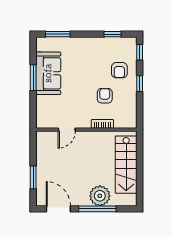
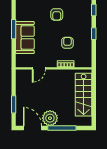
armchair: (119, 70) -> (57, 14), moved
sofa: (48, 73) -> (25, 37), moved
plant: (100, 196) -> (50, 118), moved

